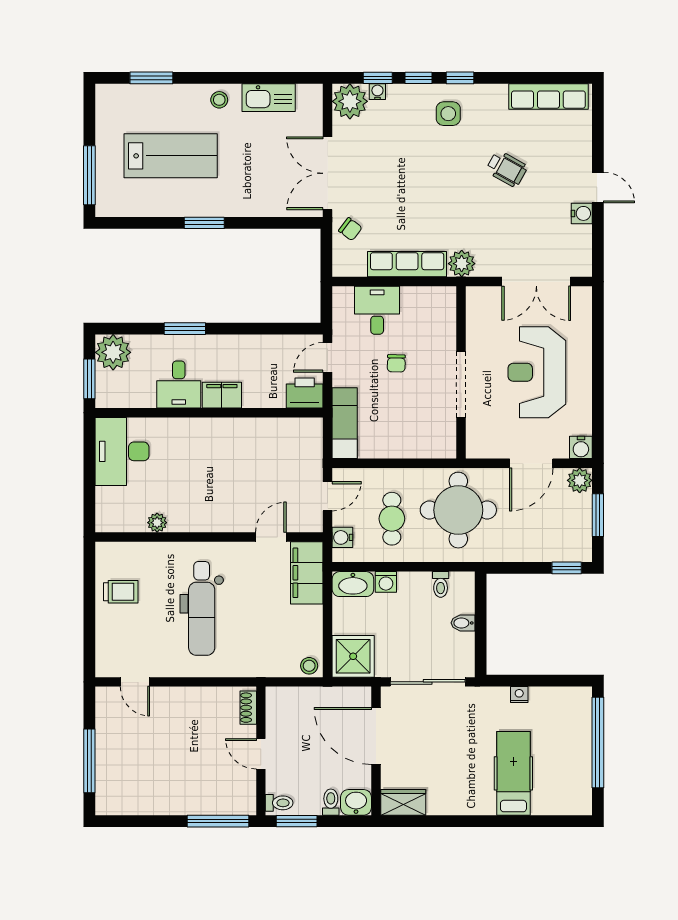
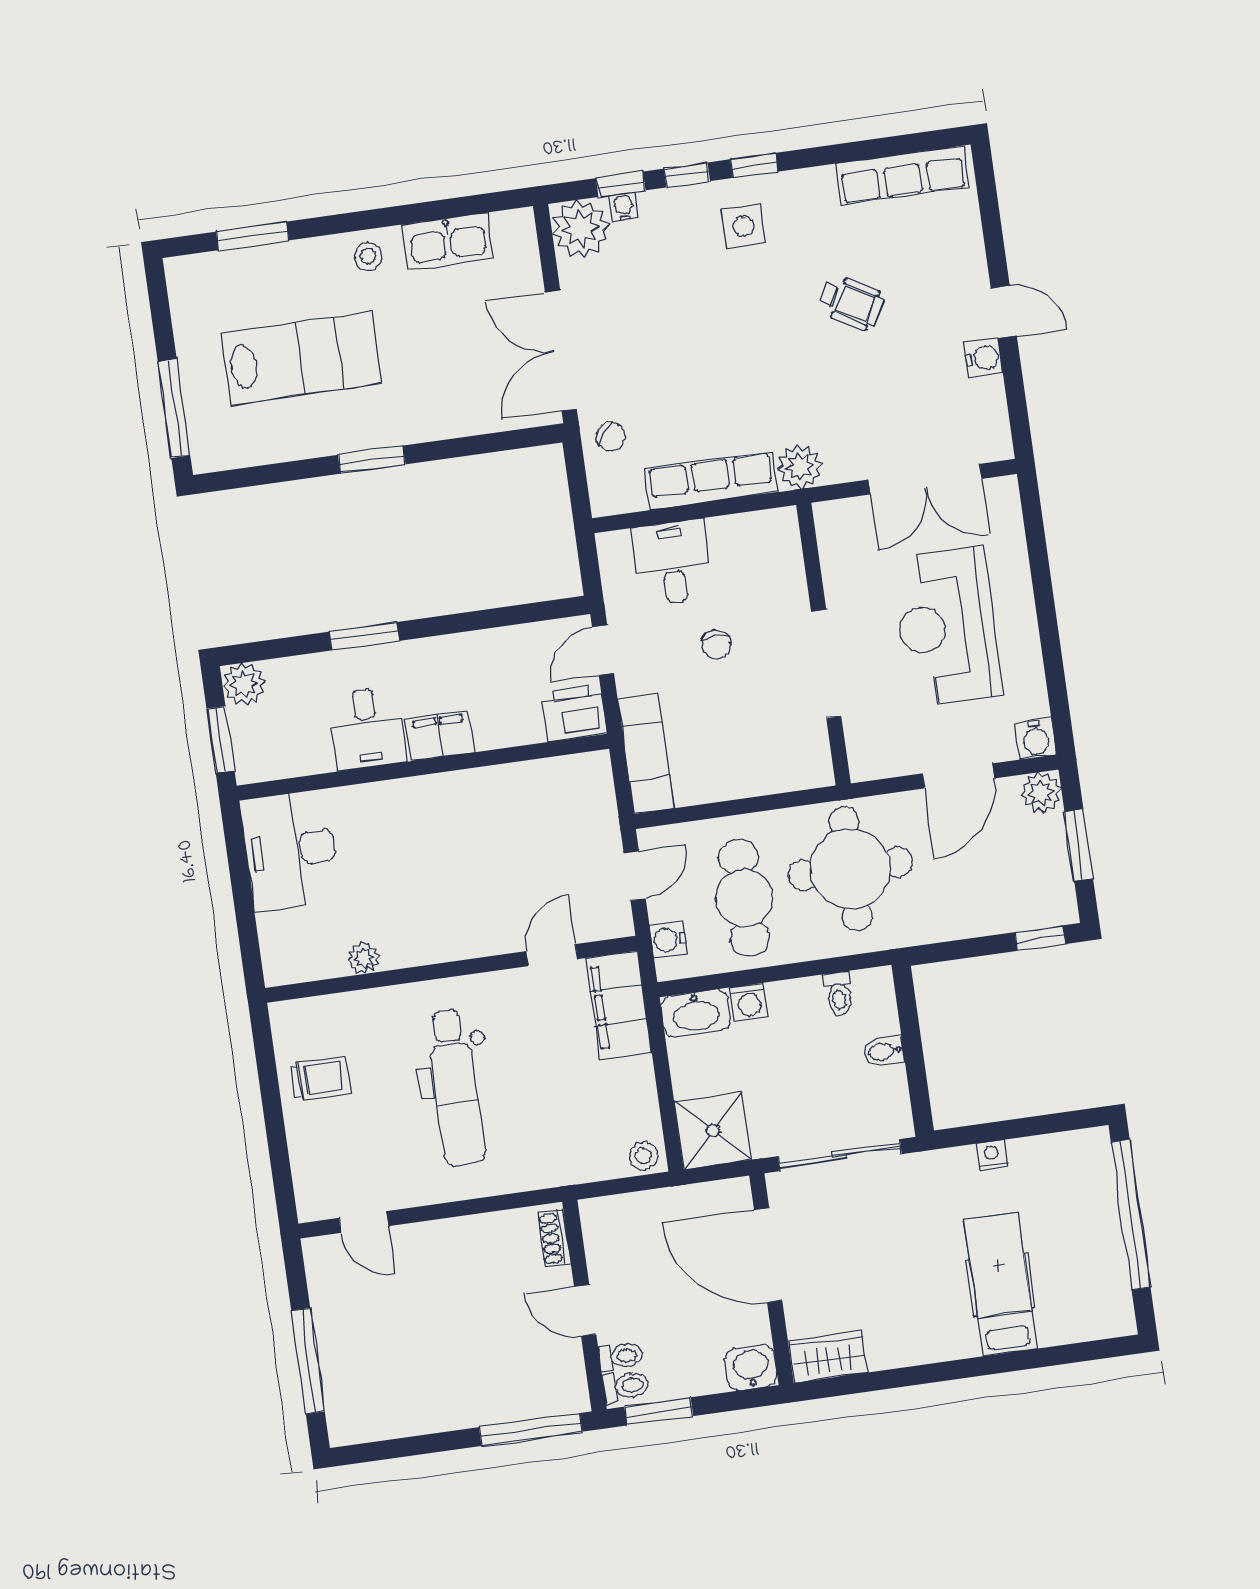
plant: (113, 352) -> (244, 684), width x0.73, depth x0.73
cafe table: (392, 519) -> (744, 898), width x1.37, depth x1.35
toilet: (331, 802) -> (621, 1356), moved, turned 90

